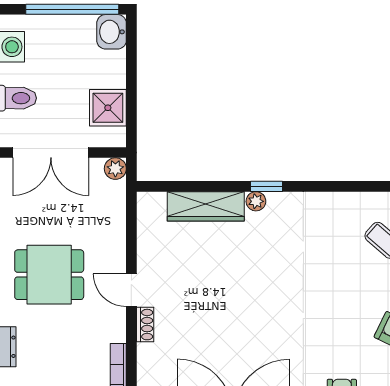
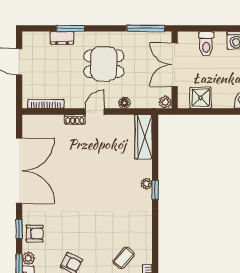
wardrobe: (206, 206) -> (143, 137), moved
floor lamp: (116, 239) -> (124, 103), added
dining table: (49, 275) -> (104, 64), turned 90

